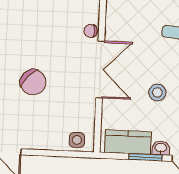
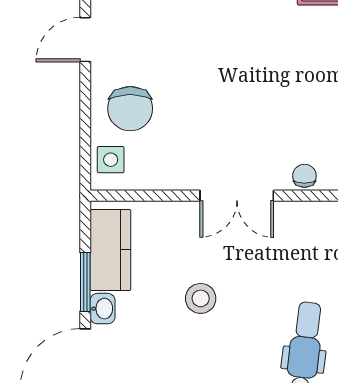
double door: (100, 70) -> (237, 196), width x0.73
chair: (33, 82) -> (130, 109), moved, turned -44

